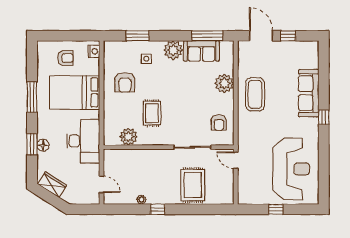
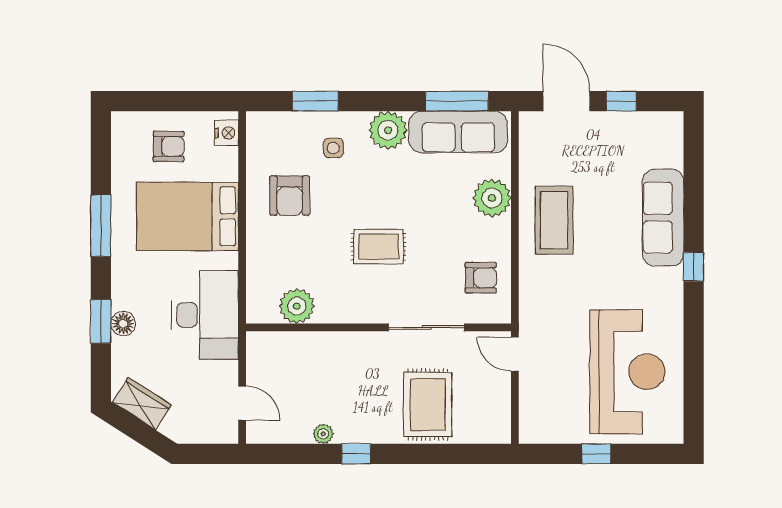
sofa: (201, 51) -> (458, 132), width x1.36
rug: (152, 113) -> (378, 247), moved, turned 90
armchair: (219, 123) -> (481, 278), turned -90

